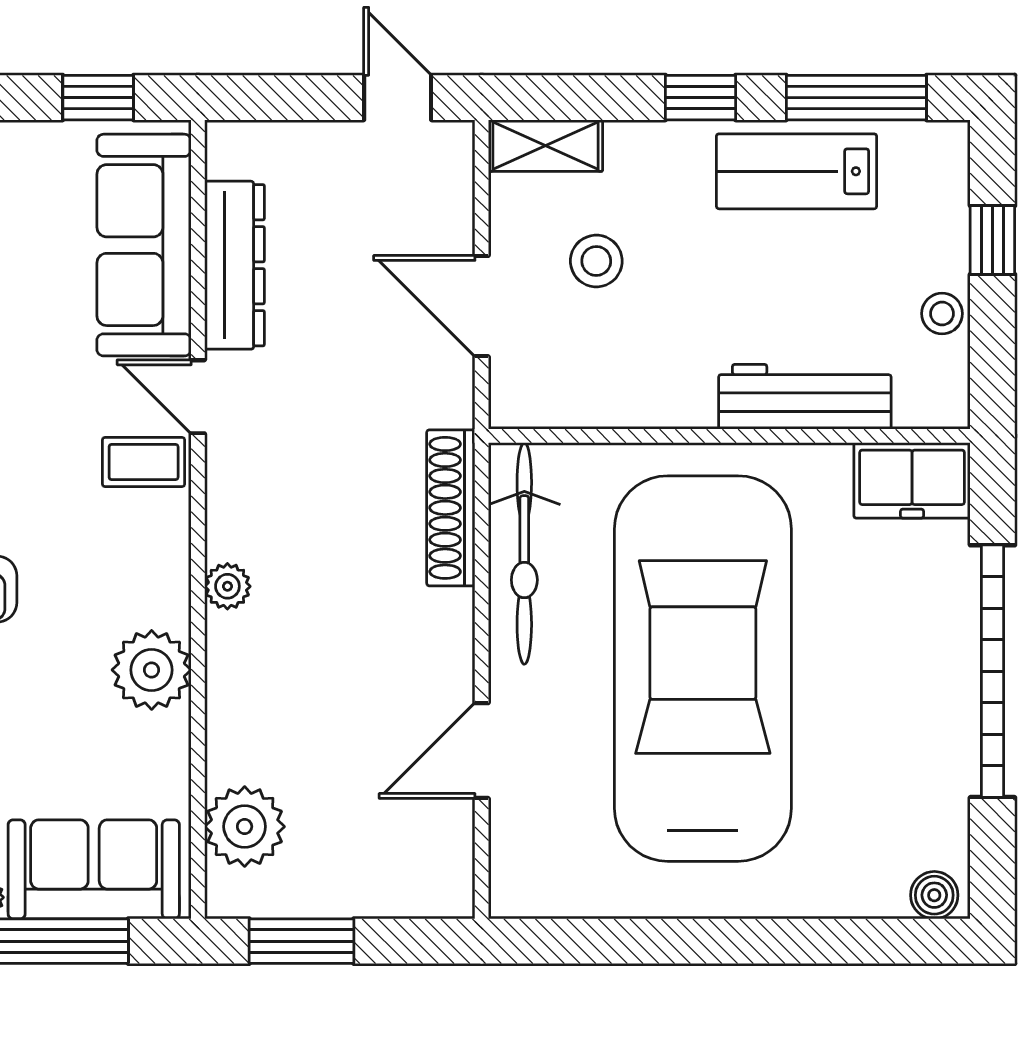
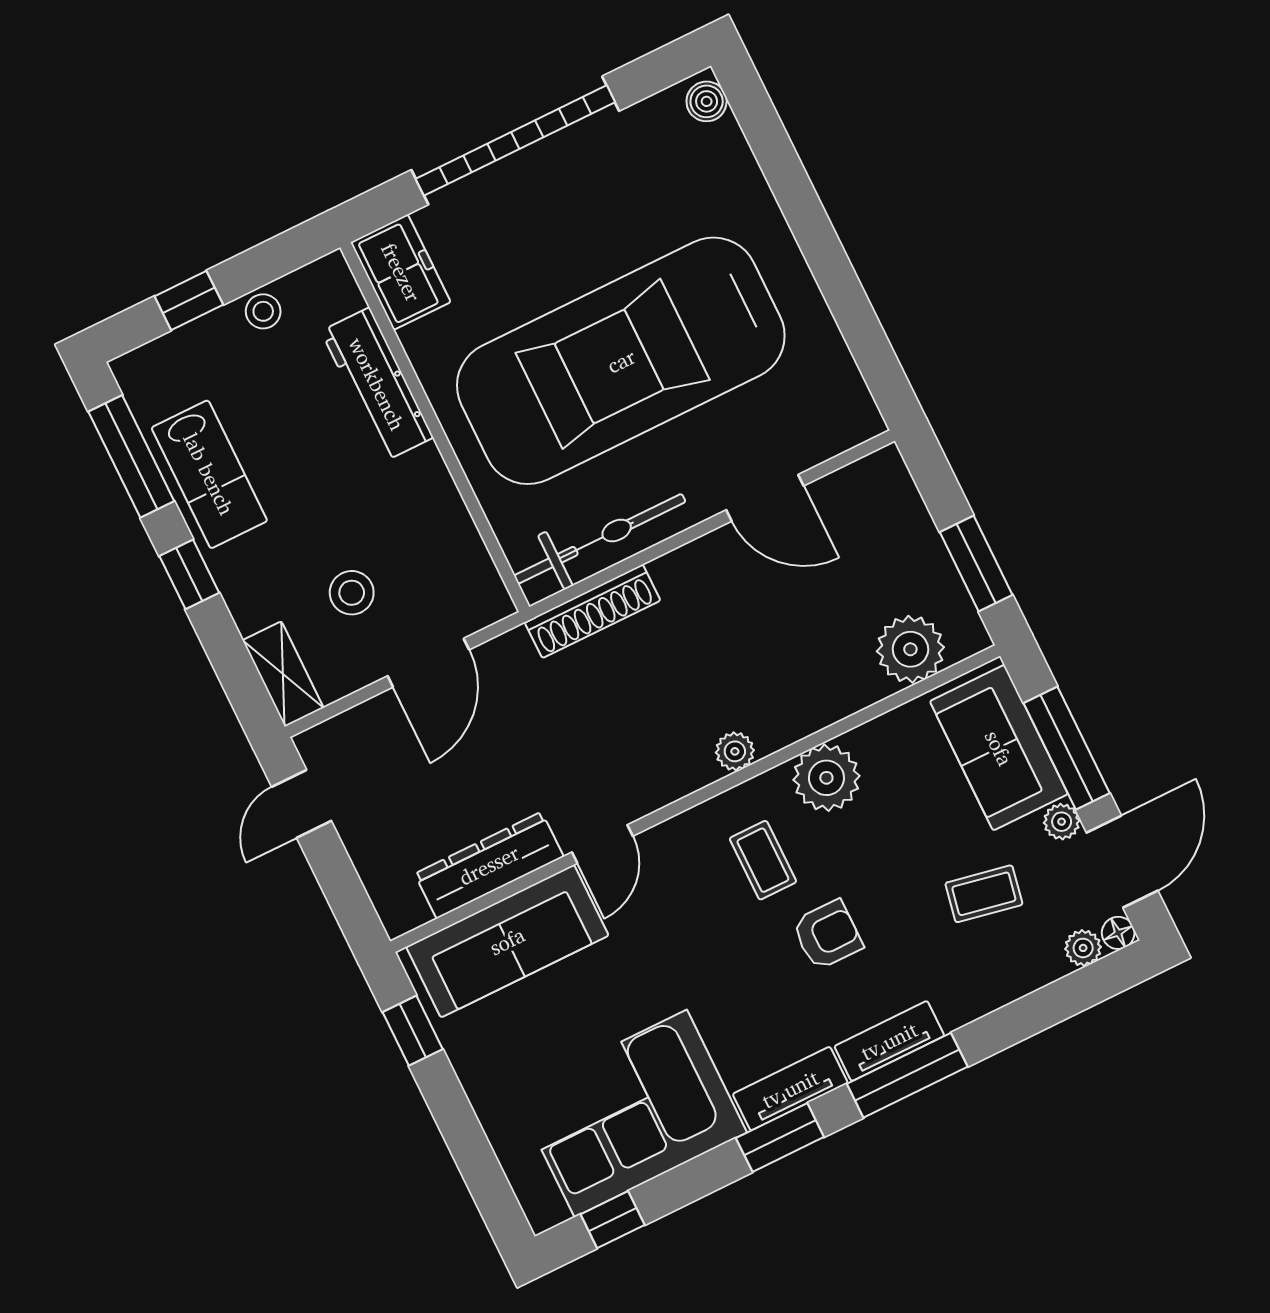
coffee table: (144, 462) -> (763, 860), moved

